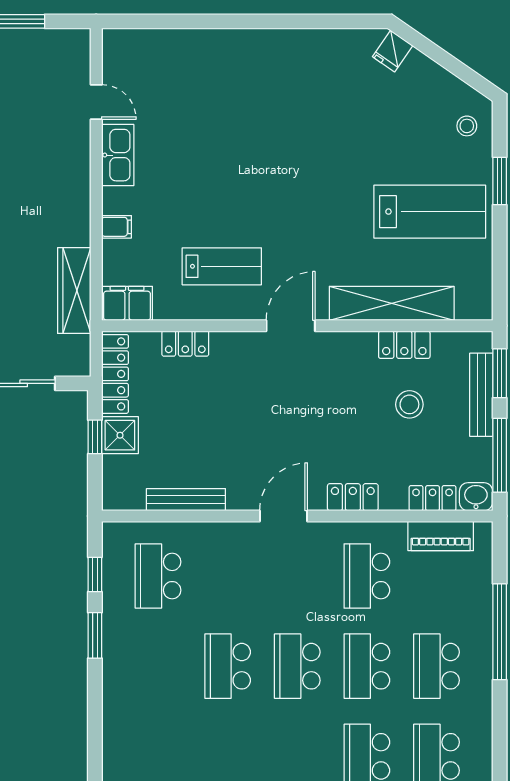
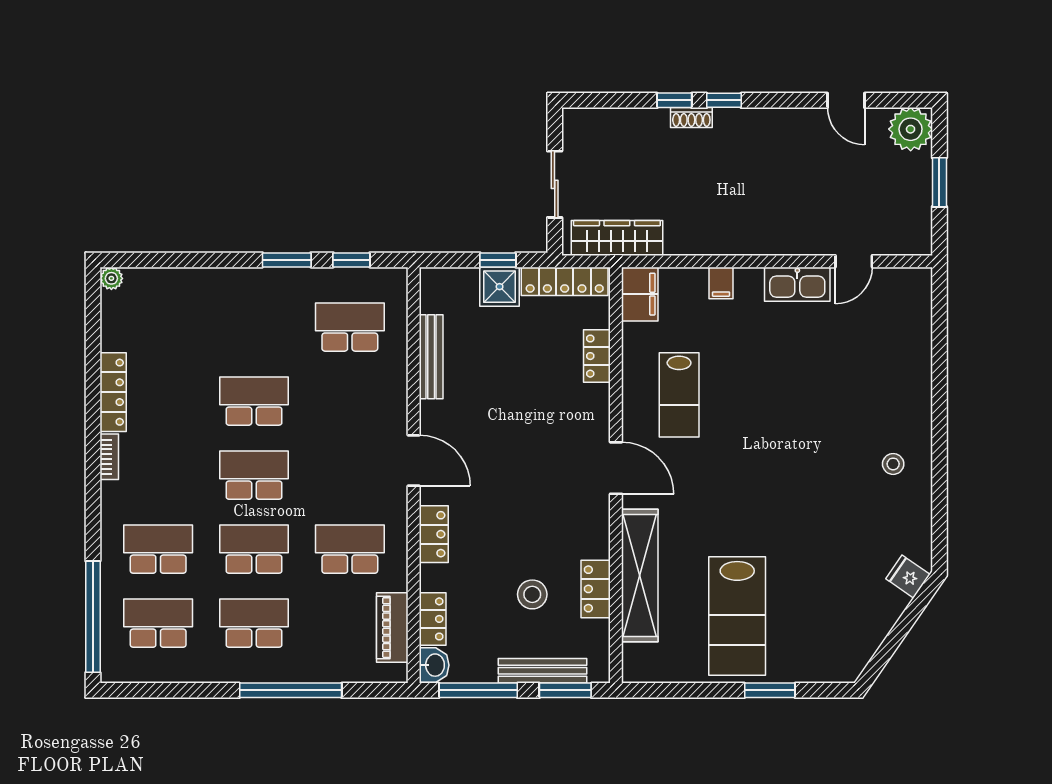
stool: (467, 126) -> (893, 464), moved
wardrobe: (74, 291) -> (617, 238), moved

